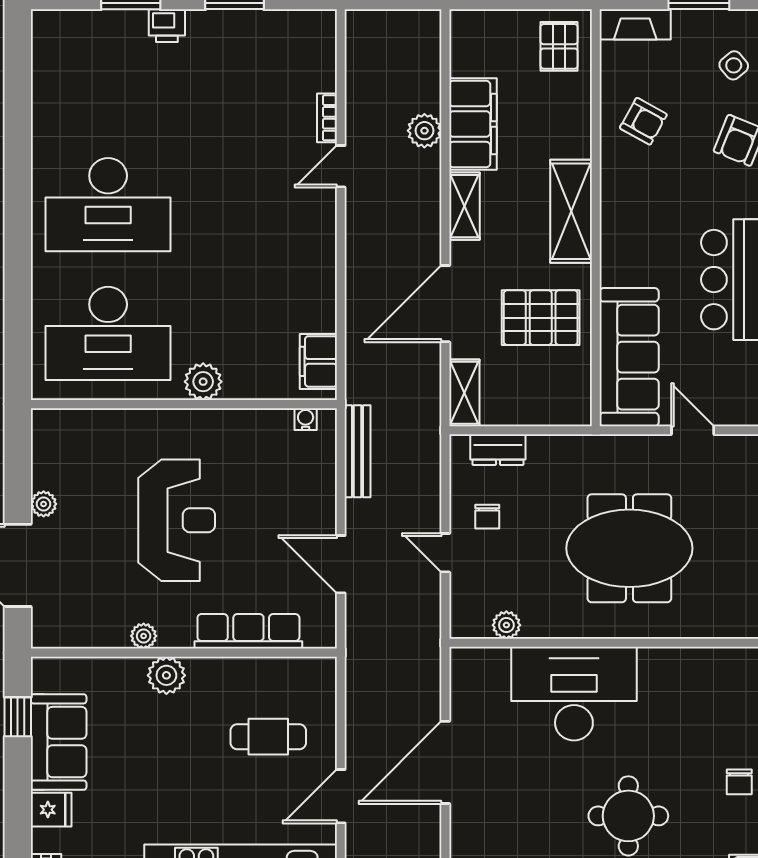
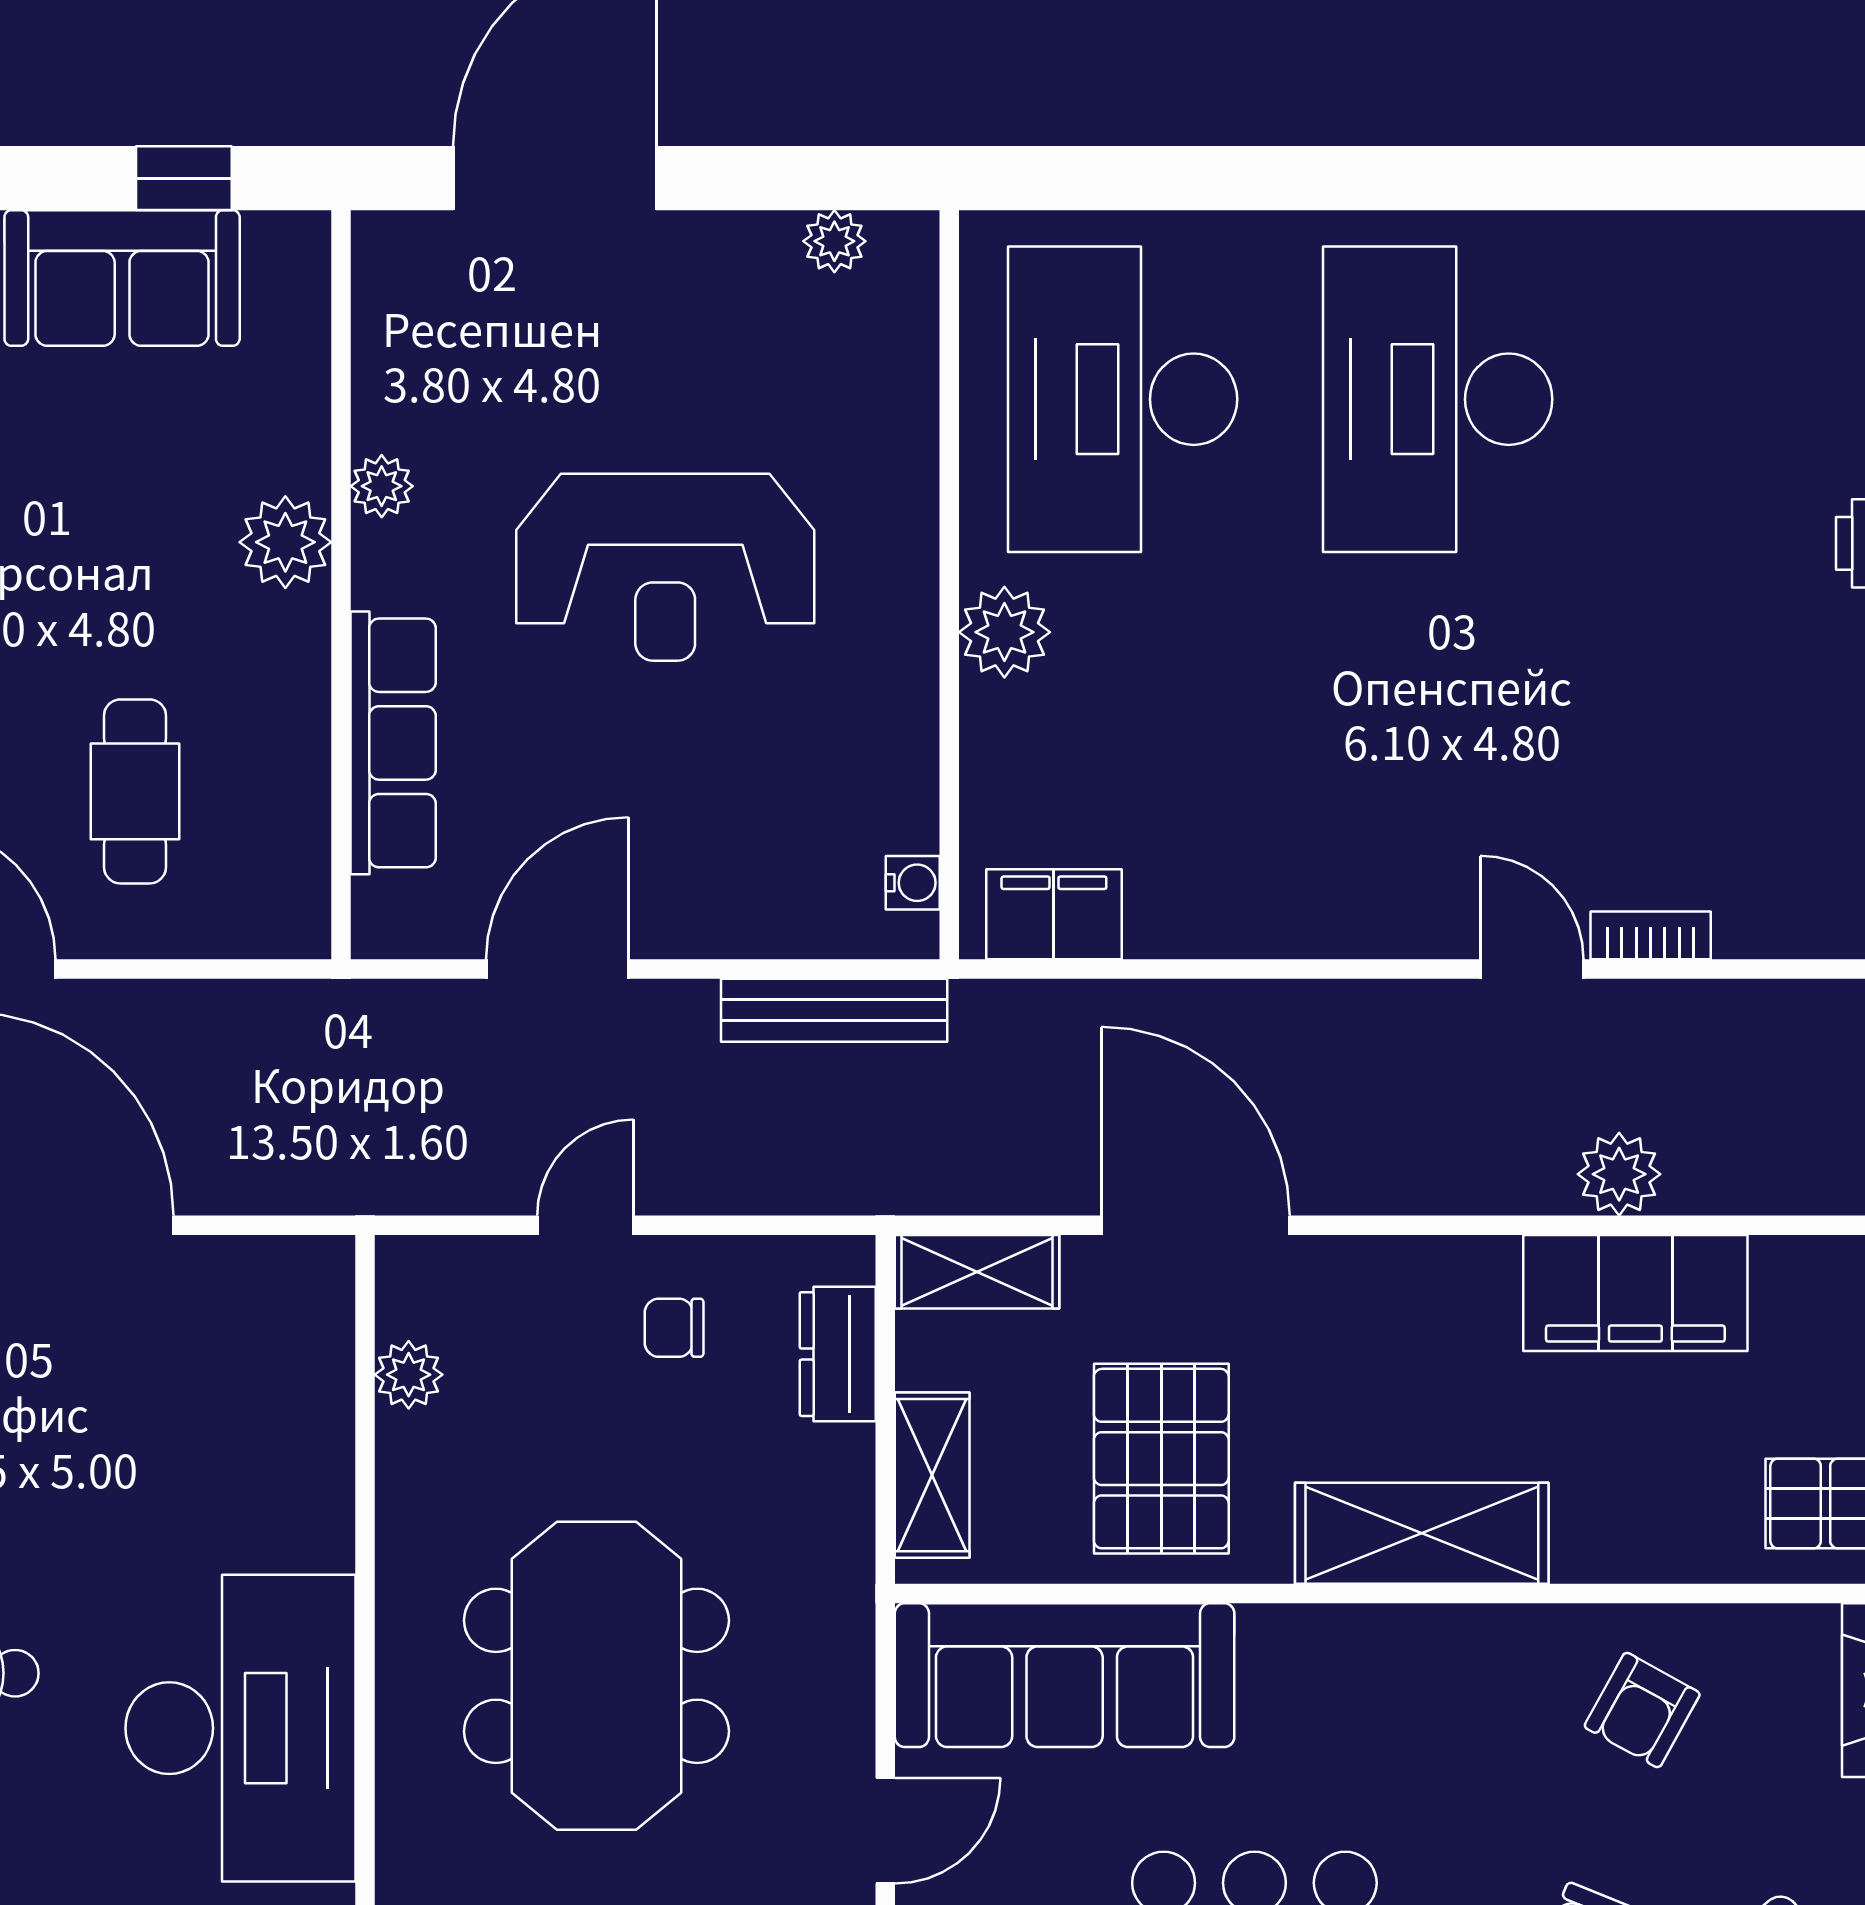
shelving: (464, 206) -> (932, 1475), moved, turned 90
plant: (44, 504) -> (834, 241), moved
desk: (574, 694) -> (240, 1728), moved

